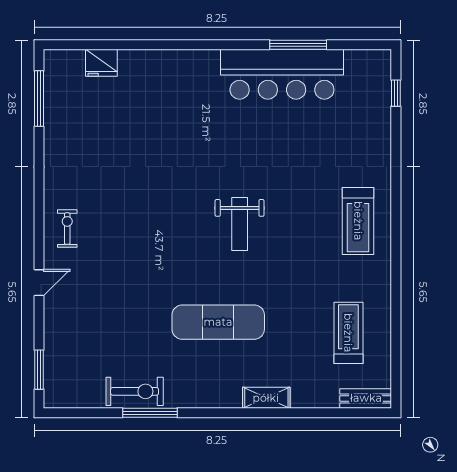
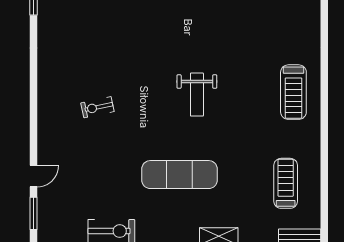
exercise bike: (67, 229) -> (97, 107), moved, turned -102
door: (39, 283) -> (33, 176), moved

